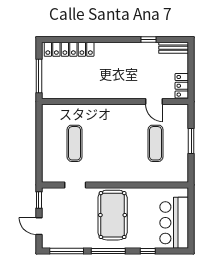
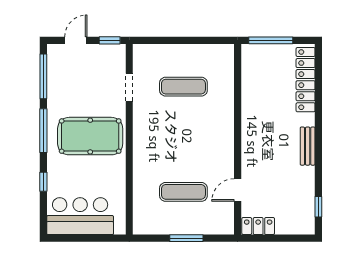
window: (149, 39) -> (318, 207), moved
bench: (174, 48) -> (308, 146), moved

